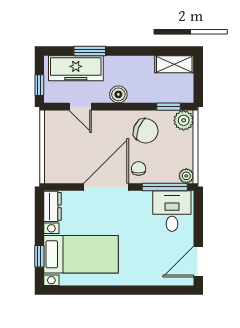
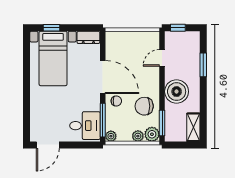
freezer: (76, 68) -> (190, 55), removed
boiler: (118, 94) -> (177, 92), width x1.86, depth x1.86
window: (168, 107) -> (162, 123), width x1.50
chair: (146, 131) -> (144, 106), turned 68
plant: (186, 139) -> (138, 136), added
door: (198, 262) -> (48, 145), swing flipped

